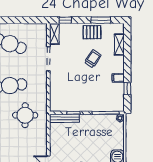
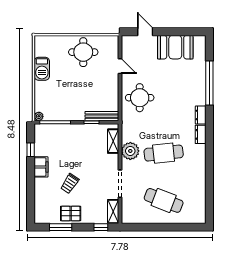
shelving: (119, 45) -> (113, 141), moved
filing cabinet: (118, 78) -> (41, 167), width x2.00
plant: (39, 87) -> (130, 151), added
round table: (25, 115) -> (140, 98), moved

